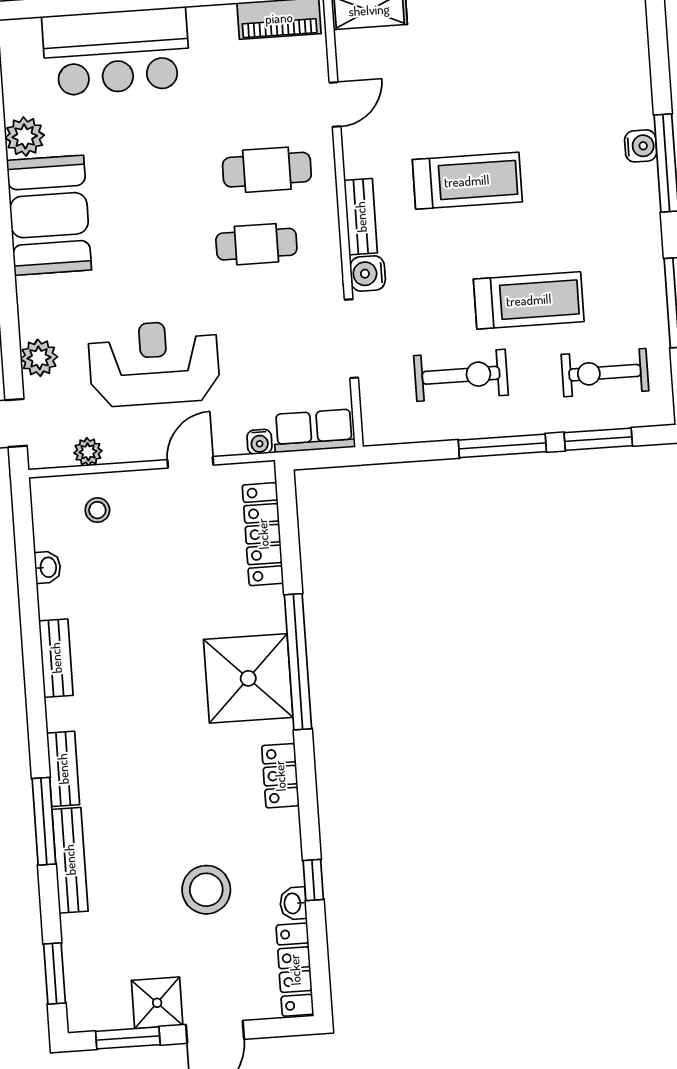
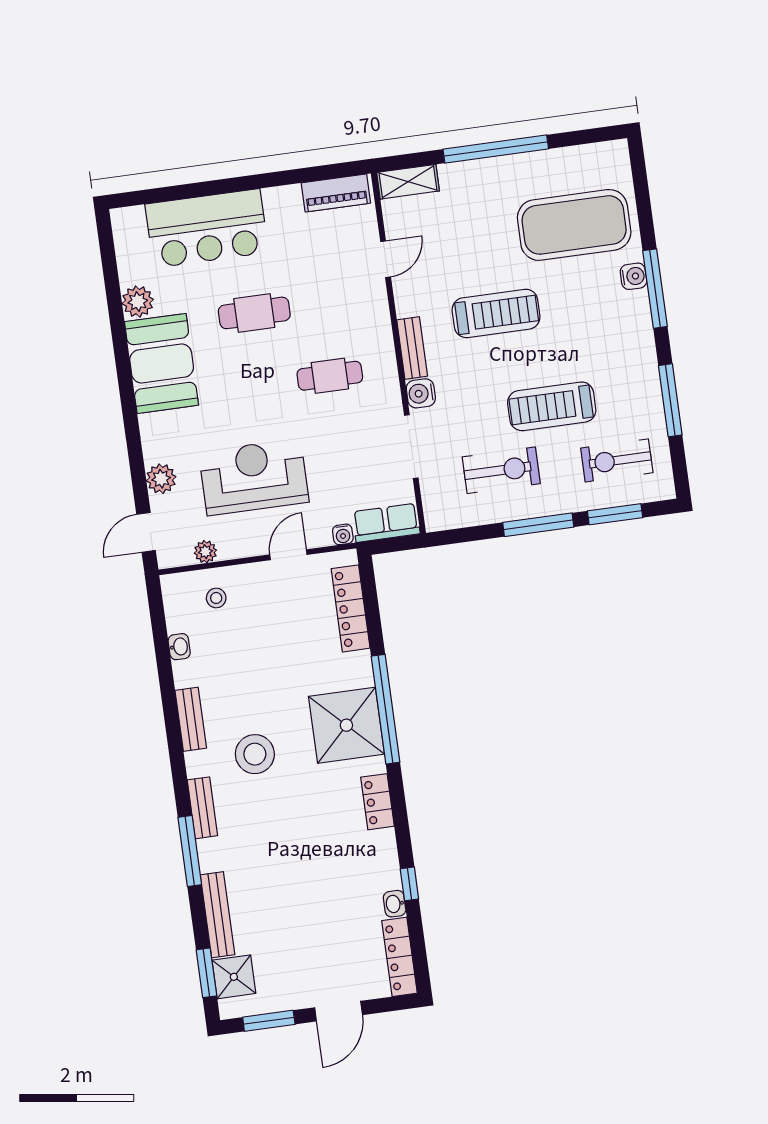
exercise mat: (571, 78) -> (574, 225), added
cafe table: (267, 170) -> (254, 313), moved
treadmill: (529, 300) -> (552, 406), turned 180
bench: (70, 860) -> (217, 915), moved
stool: (206, 890) -> (255, 754), moved
shower: (157, 1003) -> (234, 977), moved

